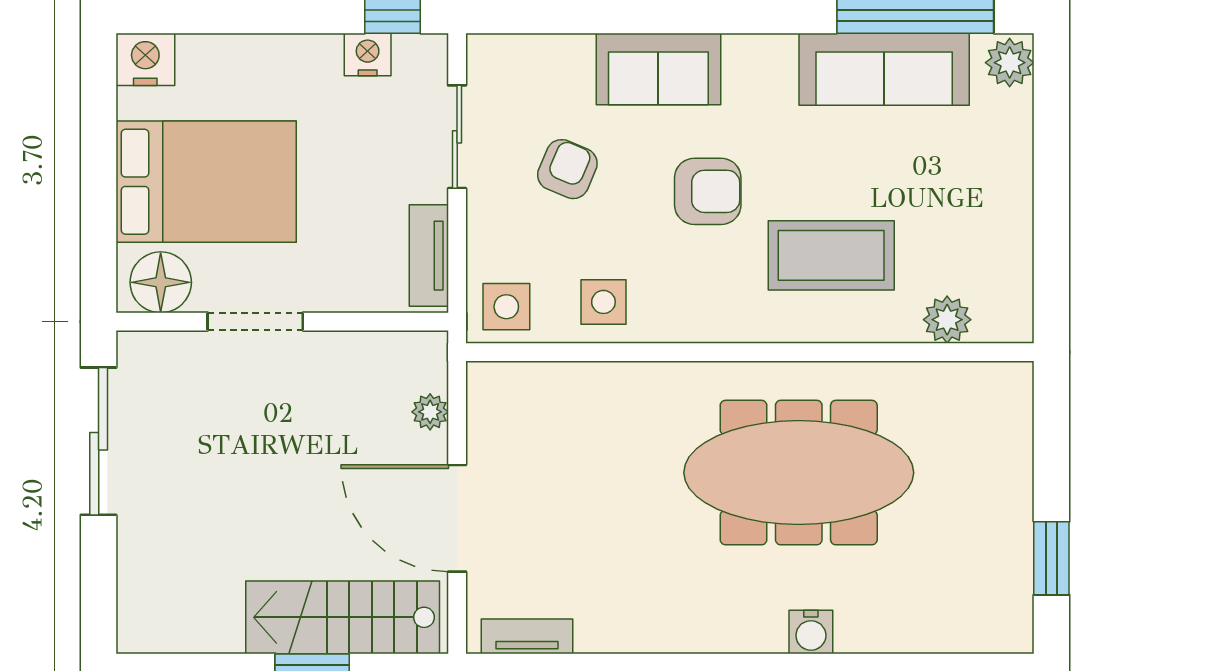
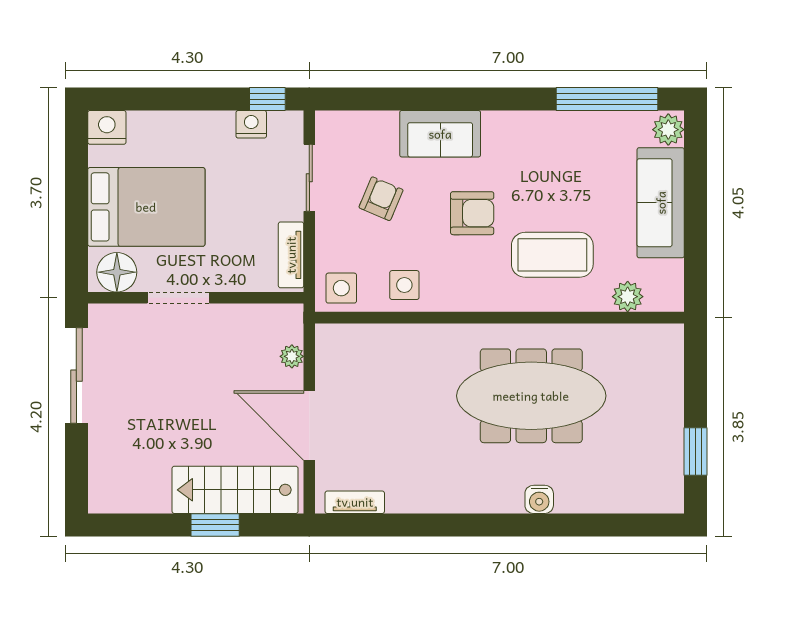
sofa: (884, 69) -> (661, 203), moved, turned 90

